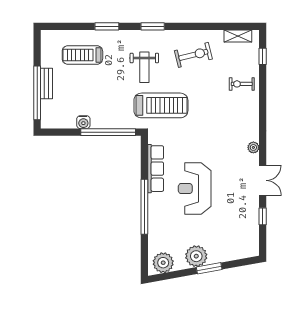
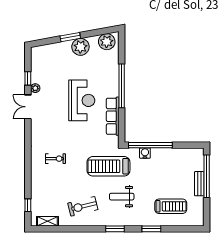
weight bench: (144, 67) -> (122, 197), turned -90
exercise bike: (242, 84) -> (56, 159), moved
water cooler: (83, 122) -> (145, 153), moved
plant: (253, 147) -> (35, 88), moved

